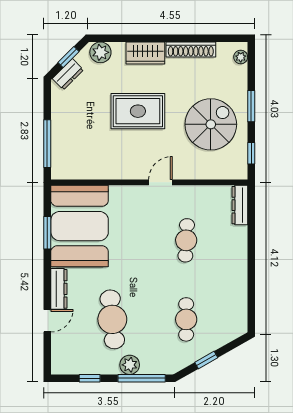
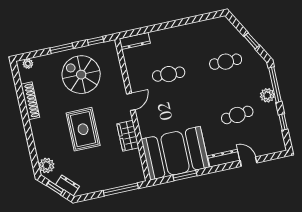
wardrobe: (145, 53) -> (128, 136), moved, turned 180
door: (160, 182) -> (131, 102), swing flipped
cafe table: (112, 319) -> (237, 115), width x0.73, depth x0.74

